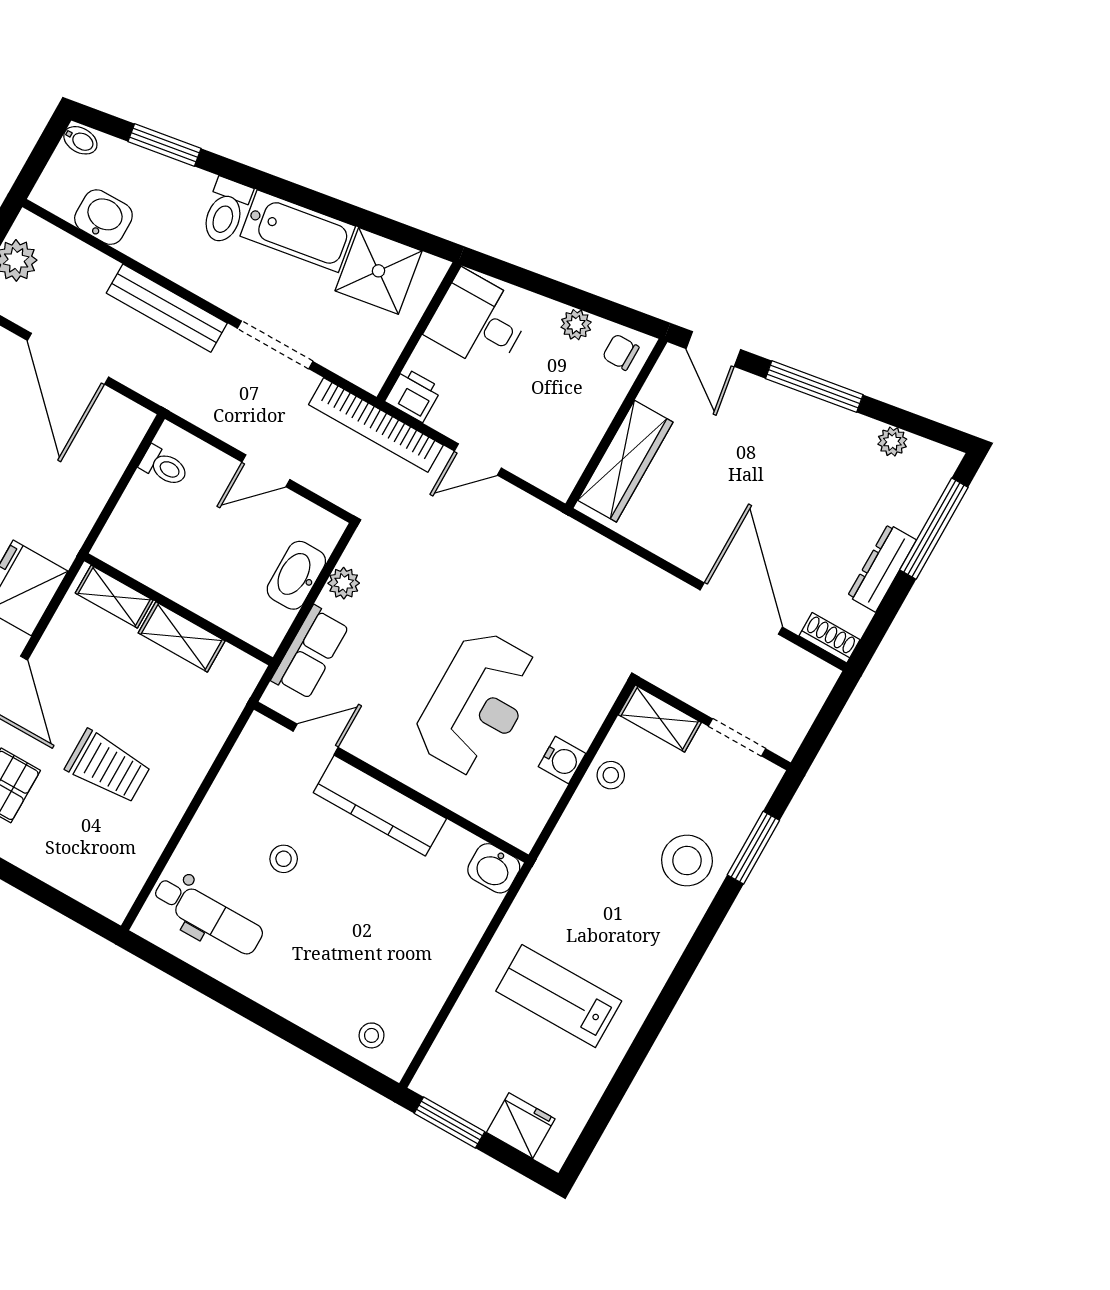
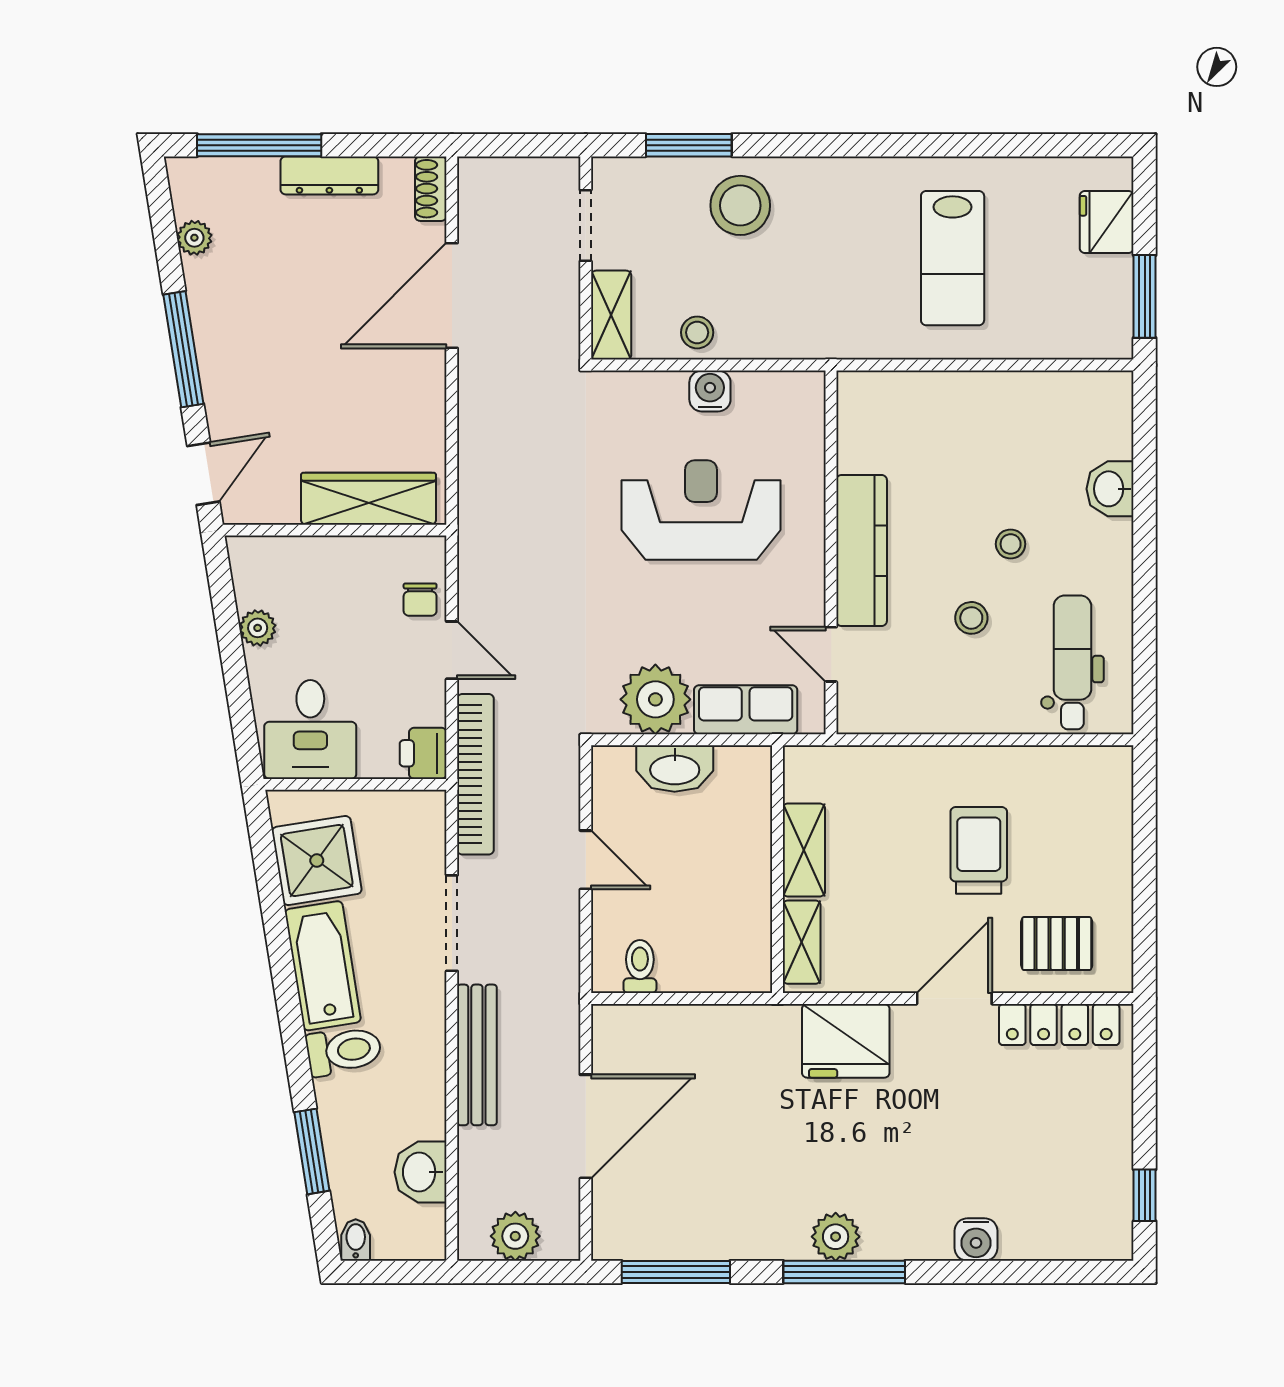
chair: (621, 352) -> (420, 600), moved
plant: (344, 583) -> (655, 699), width x1.88, depth x1.88
washbasin: (494, 868) -> (1110, 489), moved, turned 180
stool: (372, 1035) -> (1011, 544), moved

